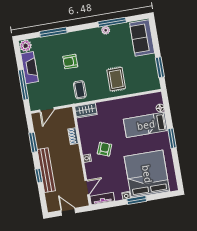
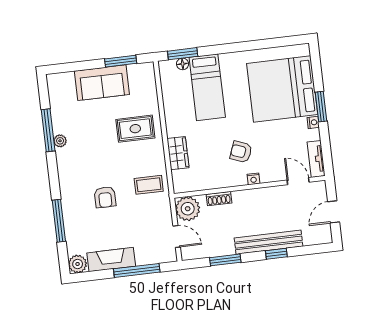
sofa: (142, 38) -> (102, 83), moved
wardrobe: (86, 111) -> (178, 153), moved
plant: (65, 116) -> (188, 209), added
window: (172, 138) -> (183, 54), moved

